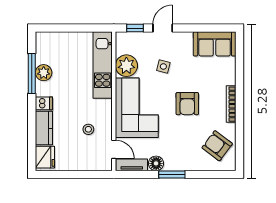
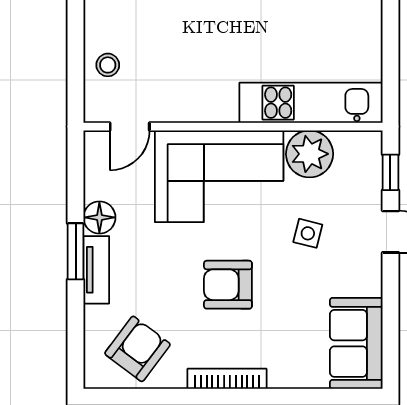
stool: (88, 129) -> (108, 65), moved
tv unit: (132, 165) -> (96, 270), moved

